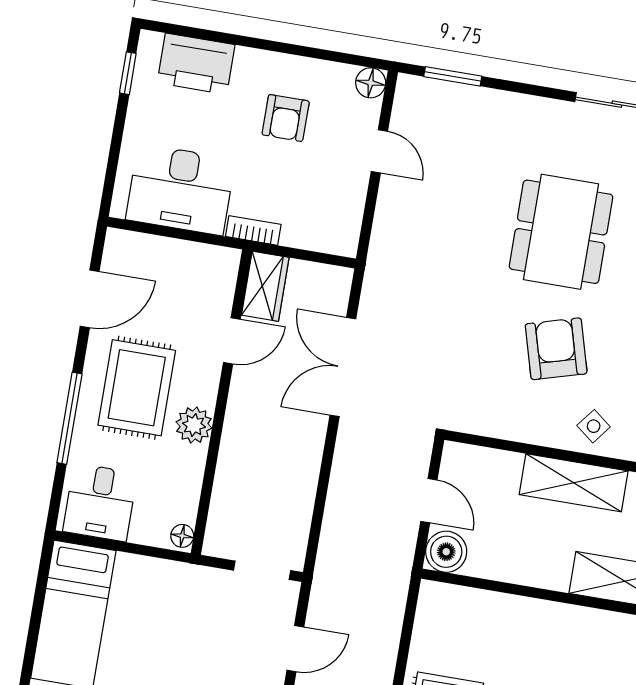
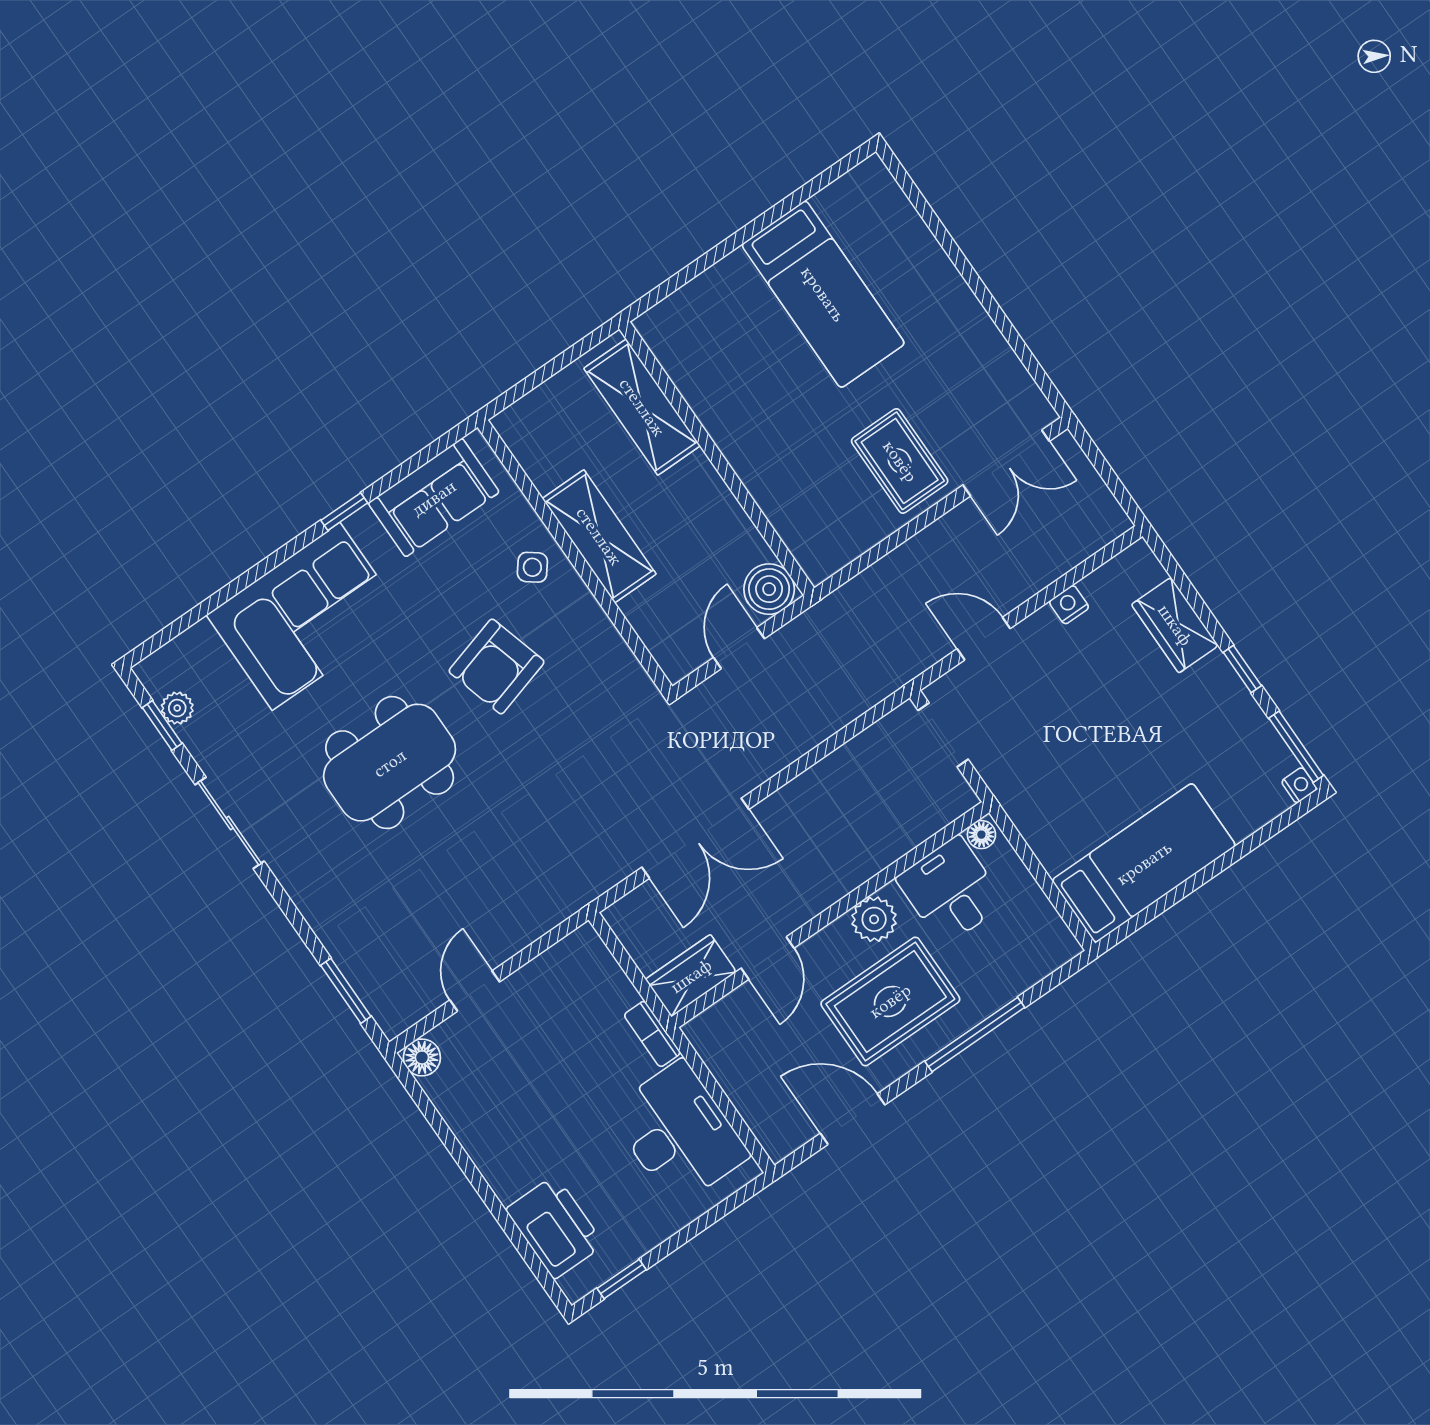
armchair: (286, 118) -> (526, 1102), removed
door: (232, 341) -> (768, 958), swing flipped
desk: (100, 502) -> (951, 891), moved, turned -90

